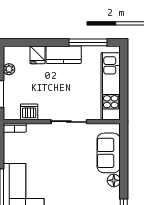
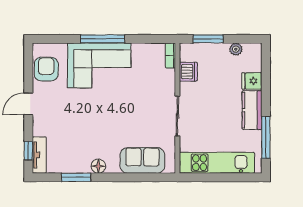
floor lamp: (114, 180) -> (98, 166), moved

